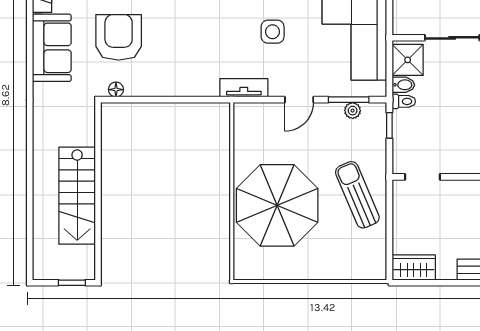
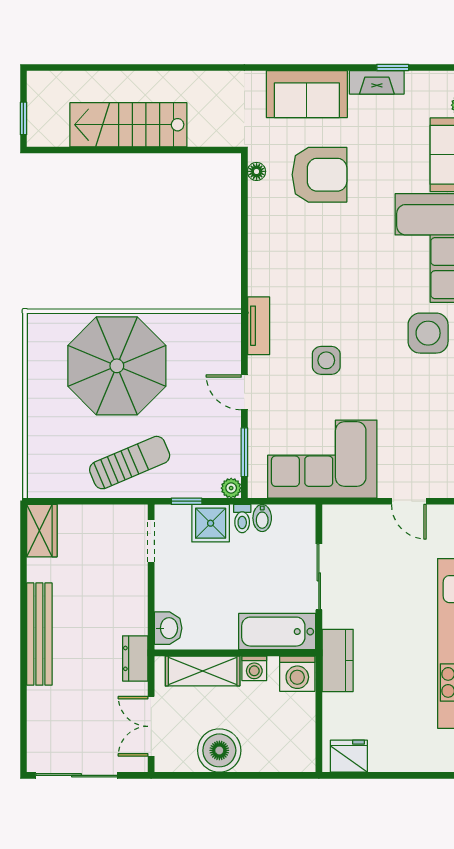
shower: (408, 60) -> (211, 523), moved
plant: (353, 111) -> (231, 488), moved
window: (389, 125) -> (187, 501), moved

